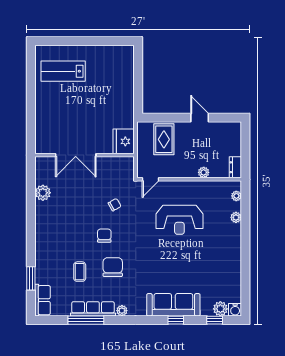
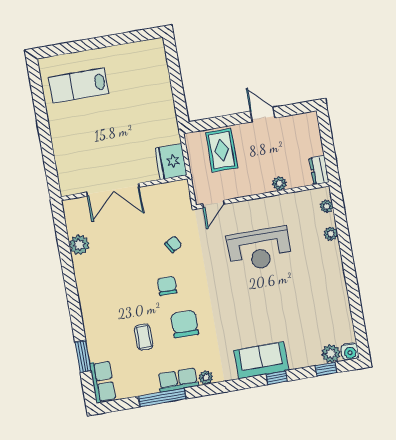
sofa: (173, 305) -> (261, 360), width x0.73
row of seats: (93, 309) -> (178, 380), width x0.68

